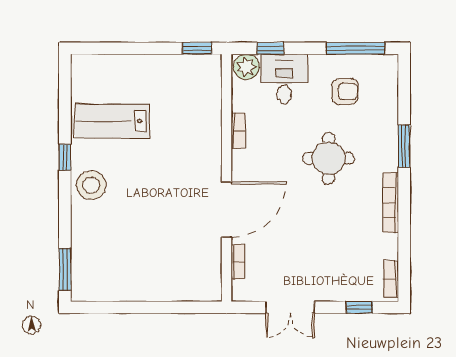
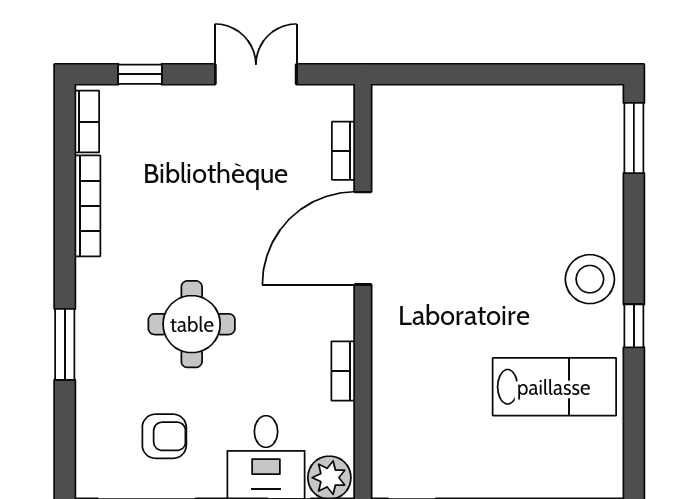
armchair: (345, 92) -> (164, 436), turned 180
bookcase: (391, 202) -> (87, 206), moved

